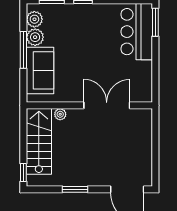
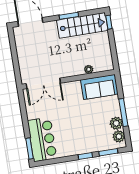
sofa: (40, 70) -> (99, 87), moved, turned -90
double door: (107, 105) -> (43, 83), moved
stairs: (39, 141) -> (82, 25), moved, turned -90

